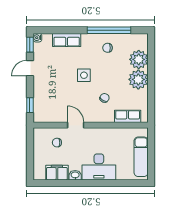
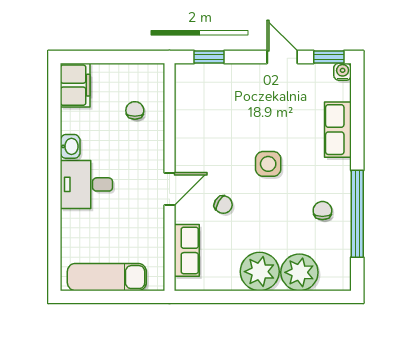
door: (76, 125) -> (169, 189), moved
desk: (99, 167) -> (86, 184), width x0.73
filing cabinet: (57, 173) -> (75, 85), moved

